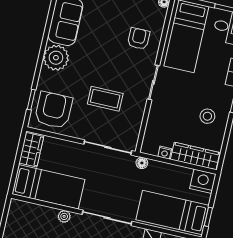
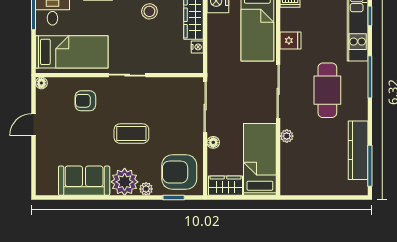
plant: (45, 76) -> (146, 189), added
coffee table: (105, 99) -> (131, 134), moved, turned 90
floor lamp: (142, 163) -> (213, 142), moved

